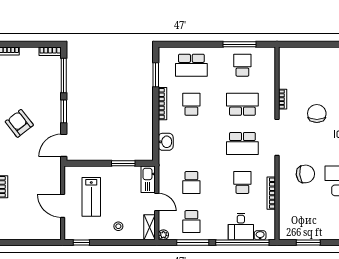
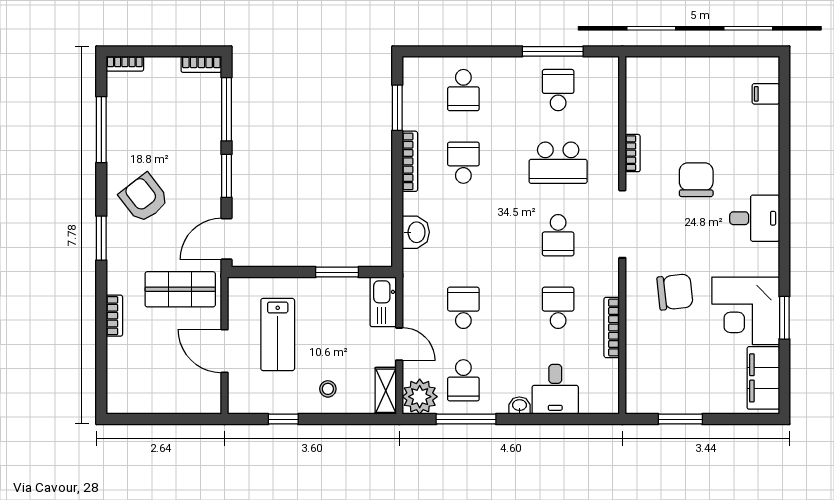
school desk: (191, 65) -> (463, 90), width x0.54
school desk: (242, 104) -> (558, 163), turned 180
school desk: (242, 143) -> (558, 235), width x0.54
shop shelf: (39, 173) -> (180, 289), added
school desk: (191, 183) -> (463, 308), turned 180
plant: (163, 235) -> (420, 397), width x1.88, depth x1.88
washbasin: (260, 235) -> (519, 406), moved
window: (81, 242) -> (283, 419), moved
window: (242, 242) -> (558, 419), removed

